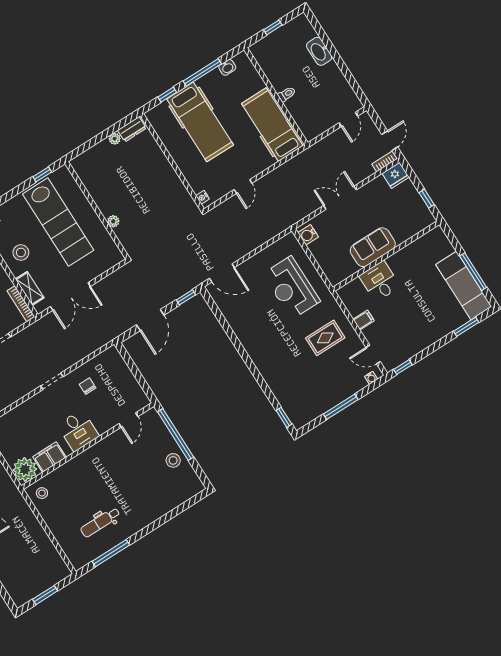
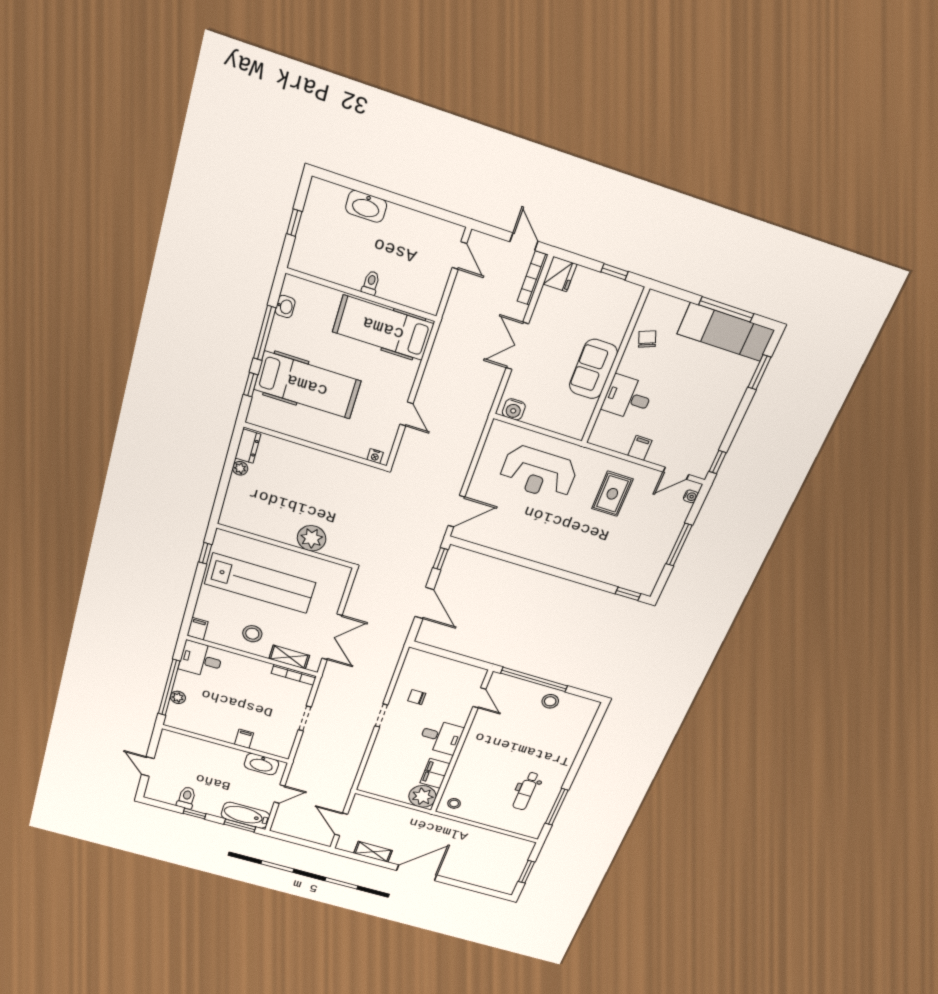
bookcase: (384, 161) -> (532, 278), width x1.56
plant: (113, 221) -> (312, 538), width x1.88, depth x1.88
chair: (417, 254) -> (647, 339), added

